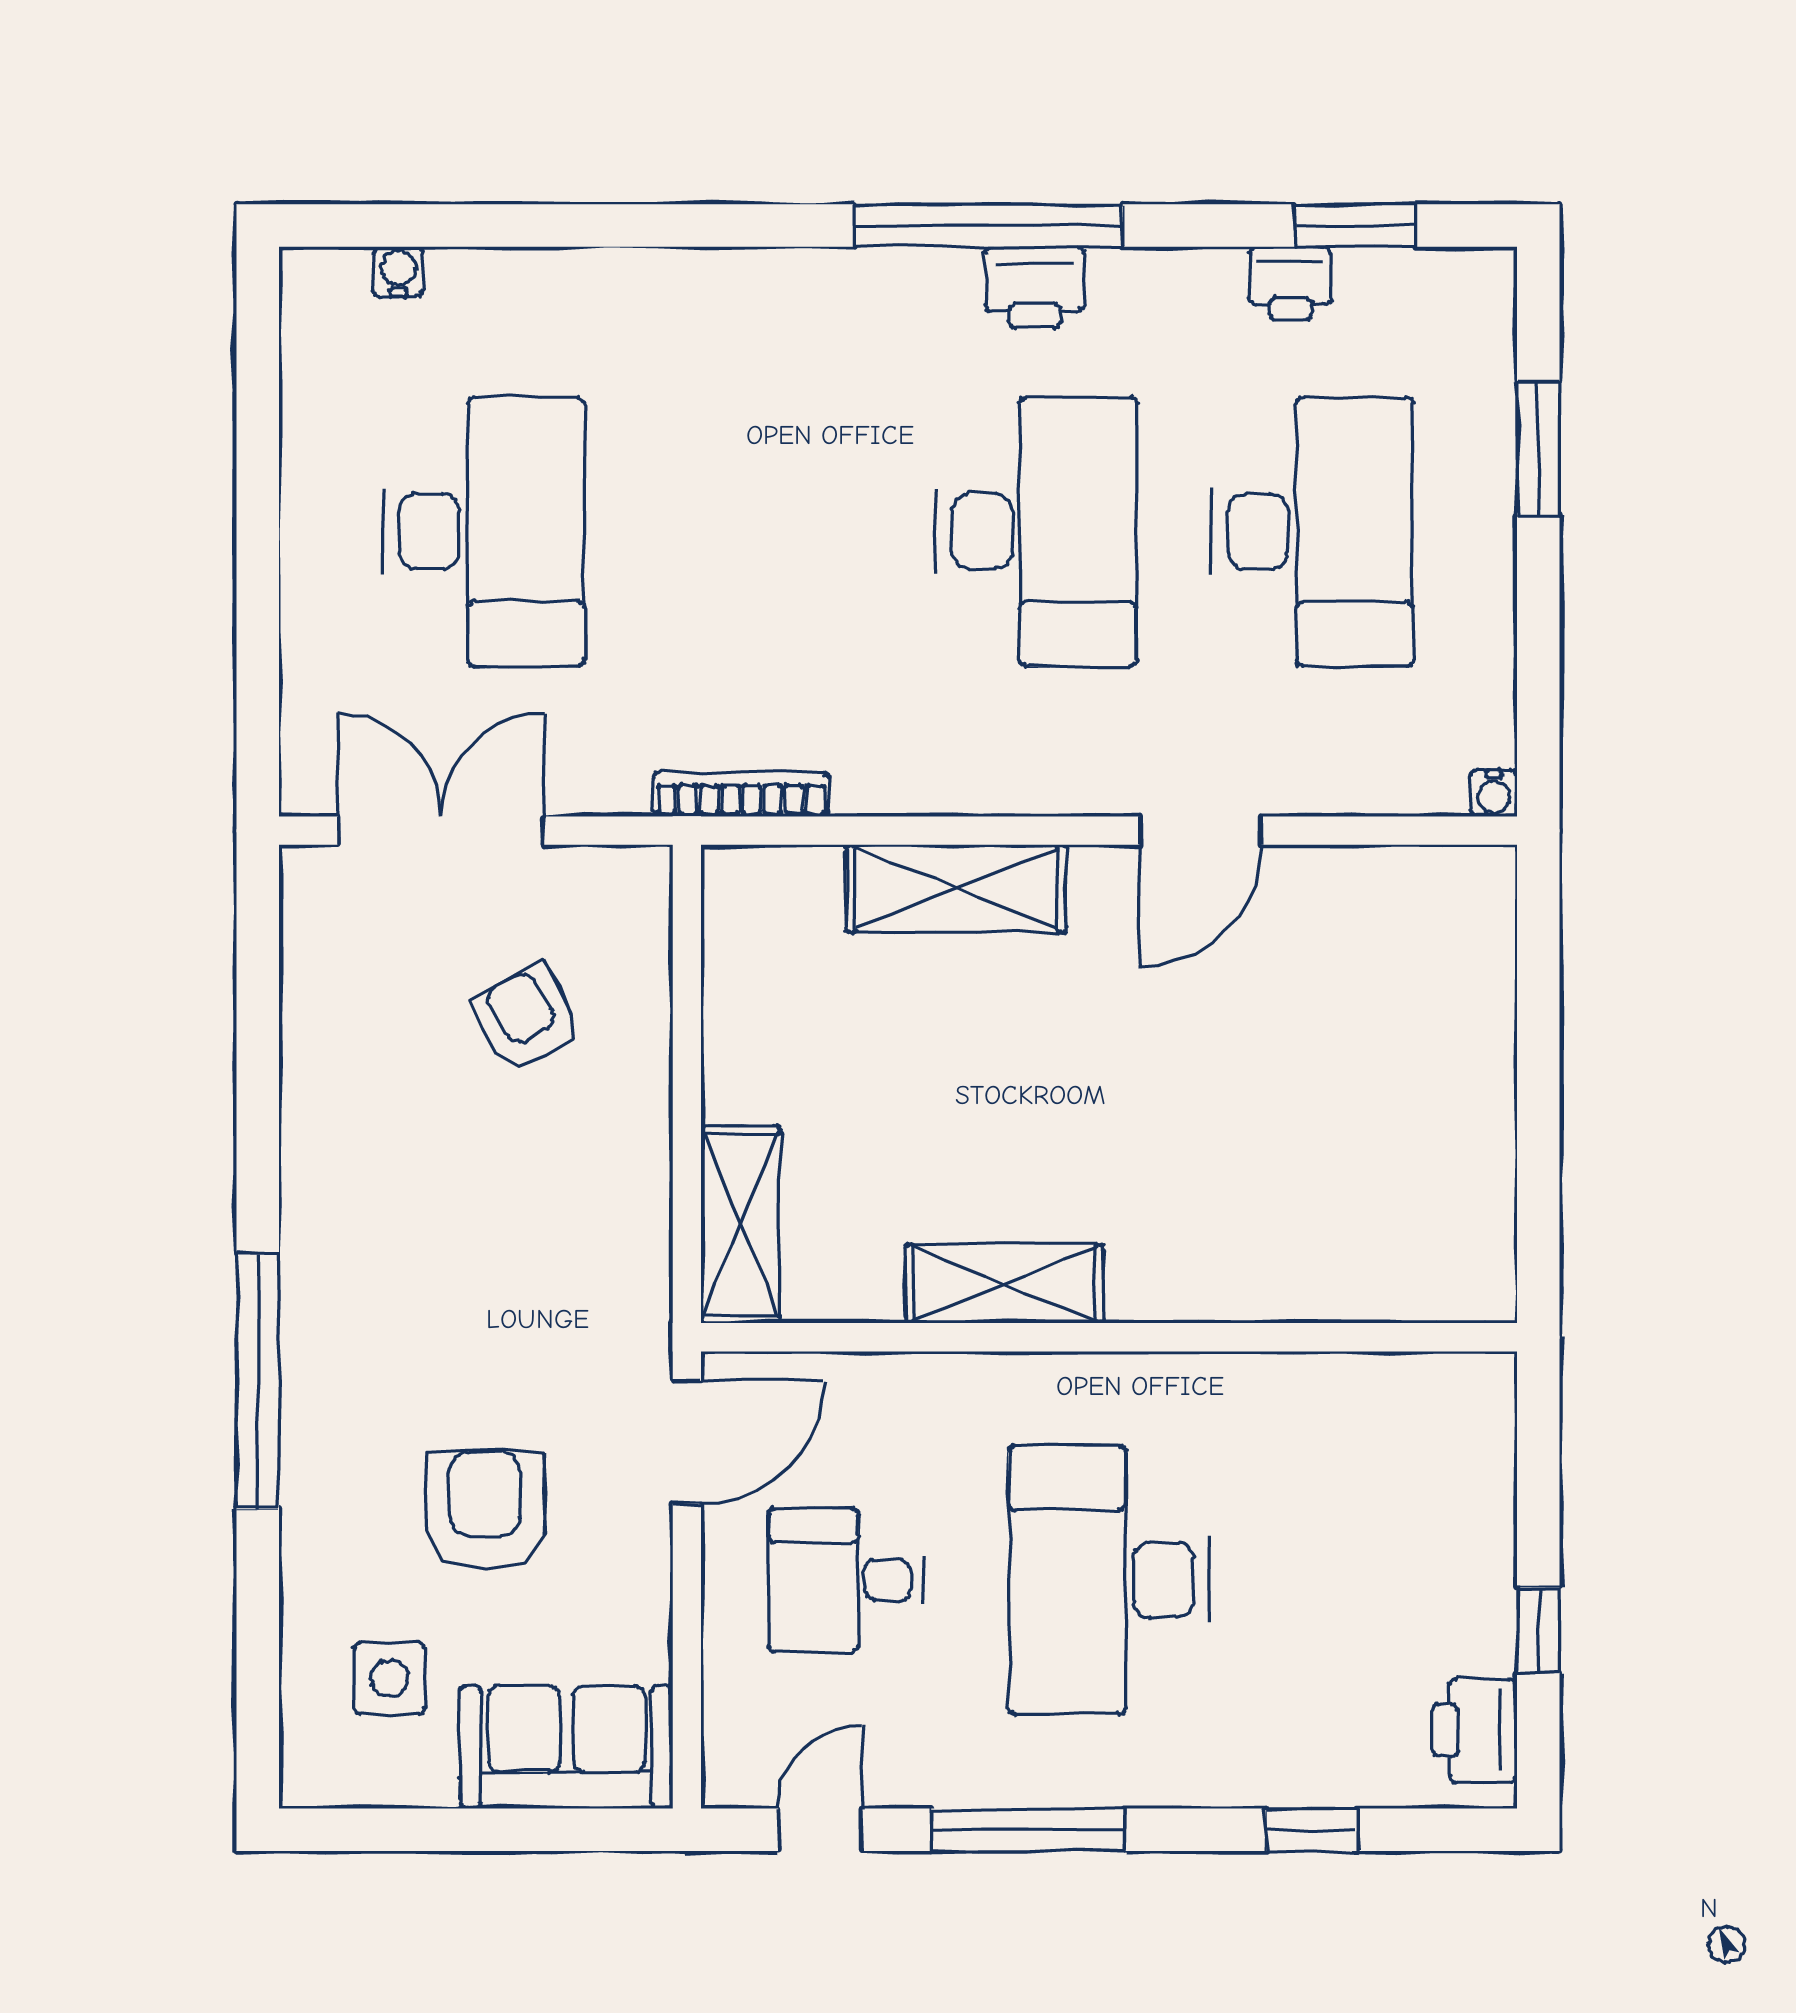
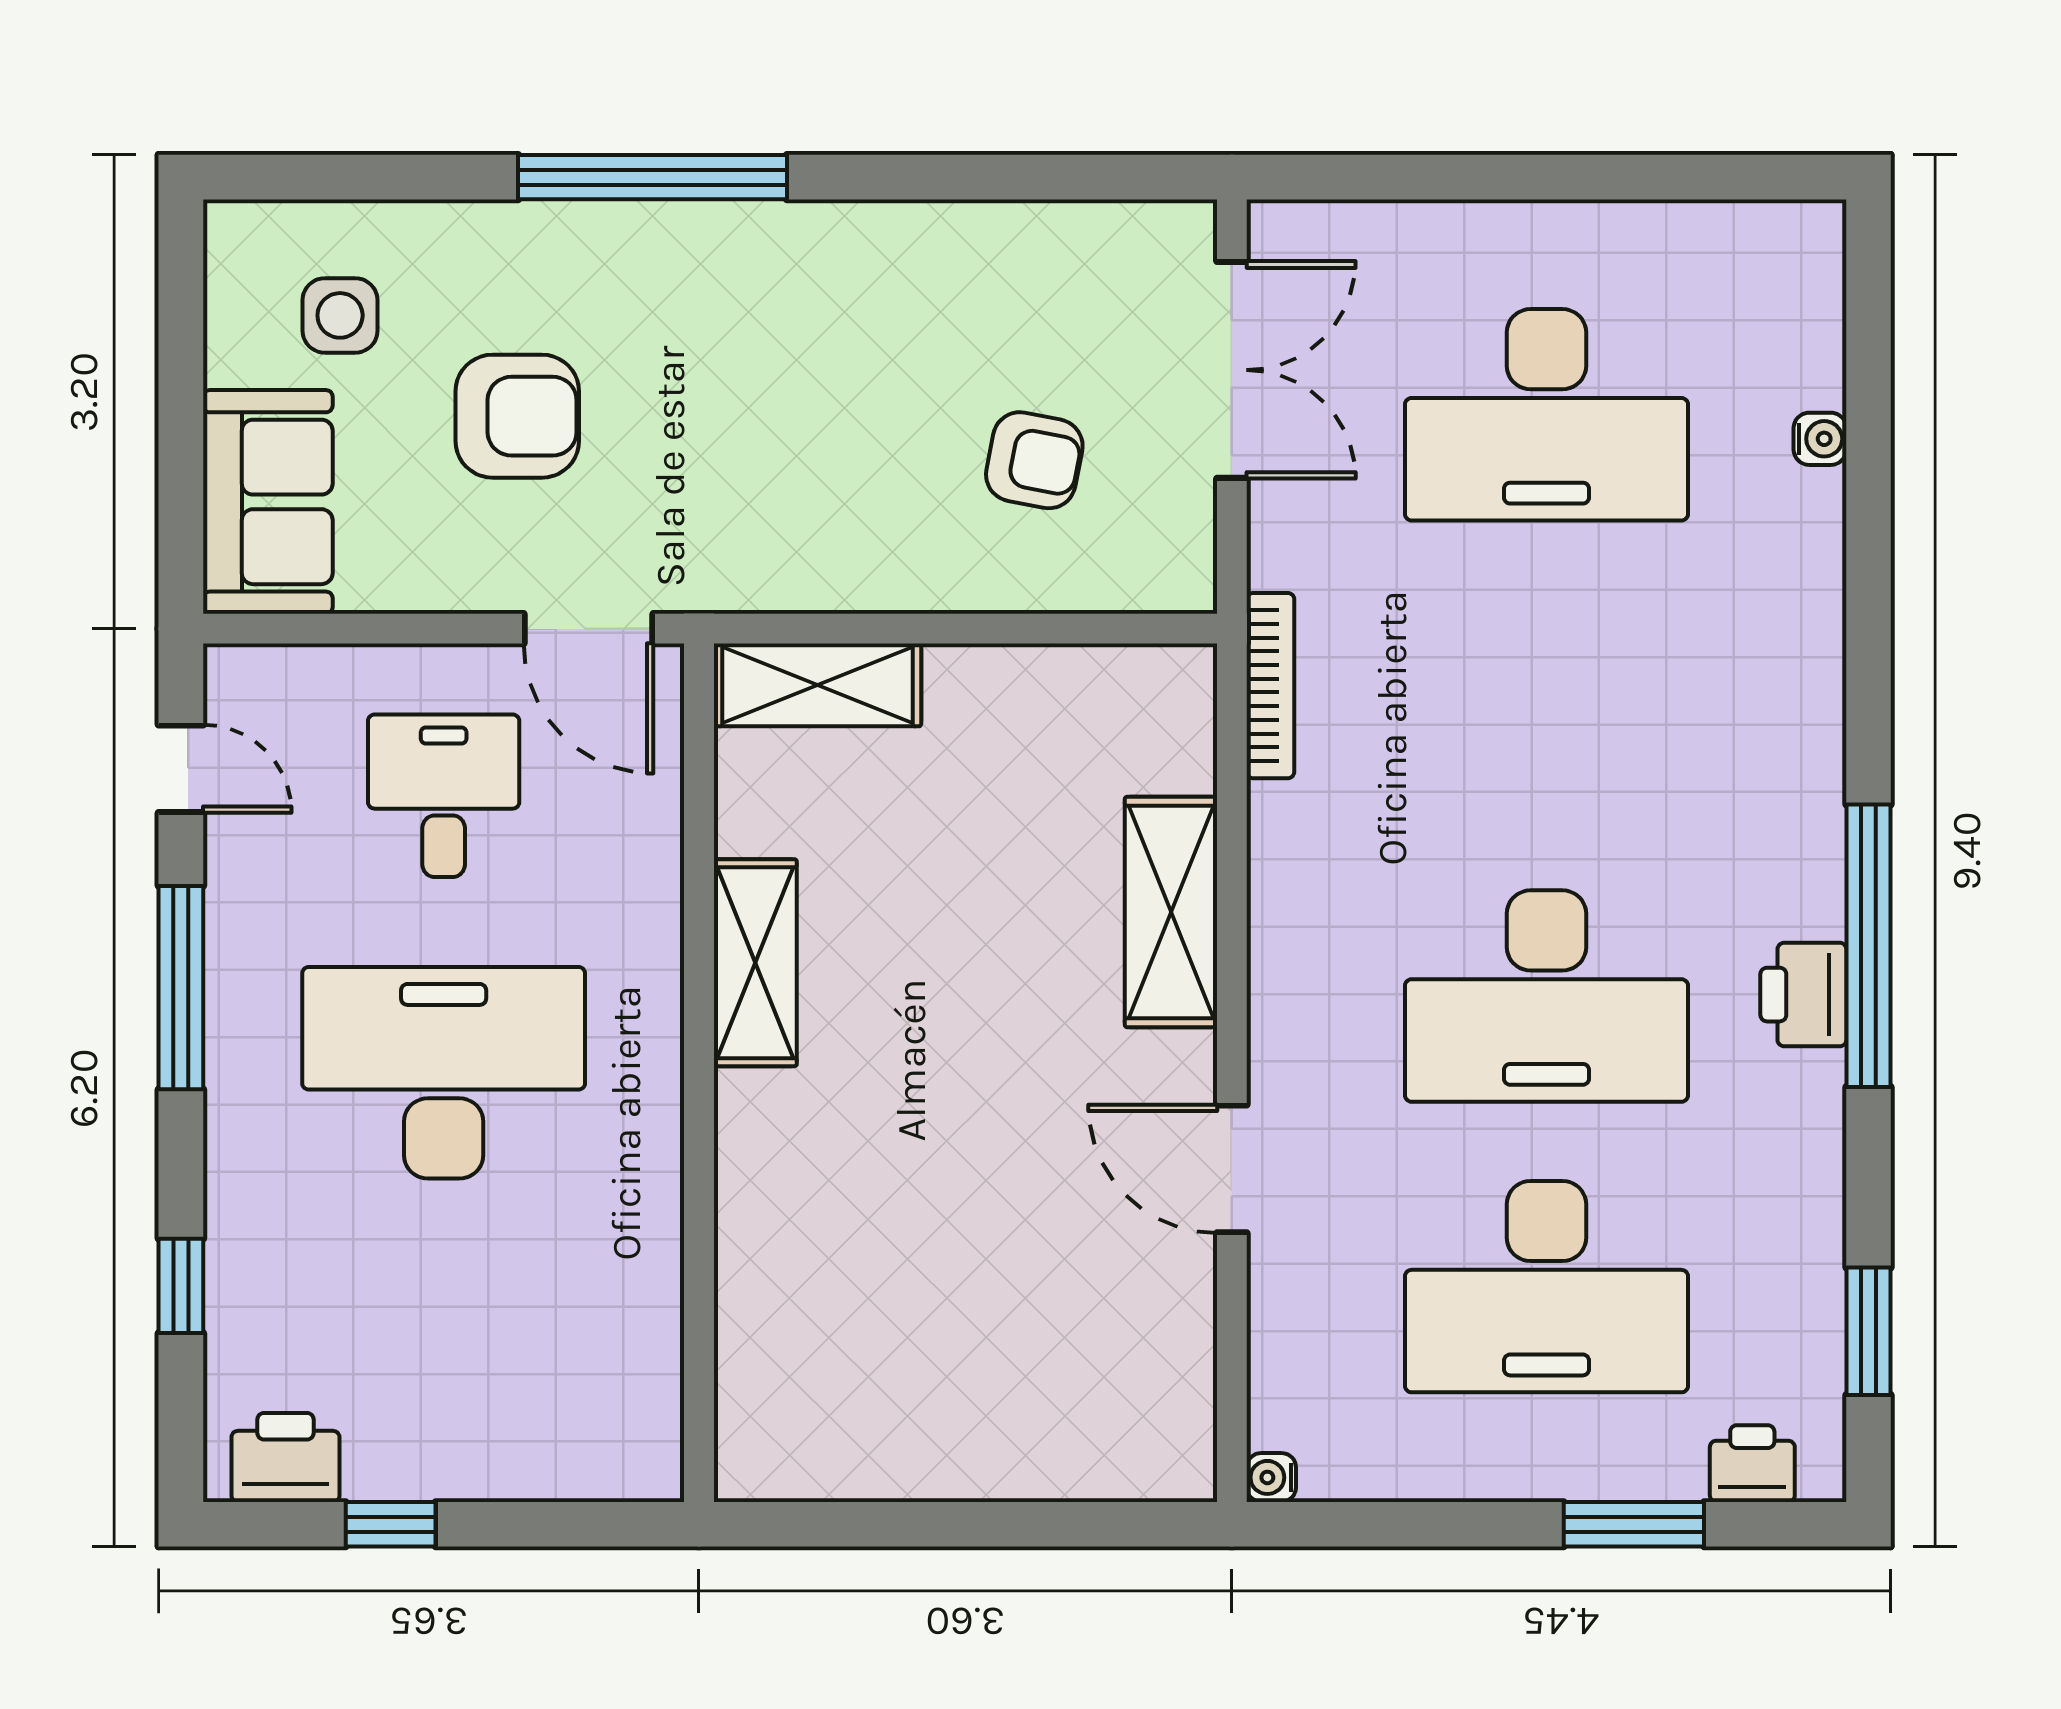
water cooler: (399, 272) -> (1820, 439), moved
printer: (1290, 283) -> (1752, 1464), moved, turned 90
armchair: (527, 1019) -> (1034, 460), turned 40

